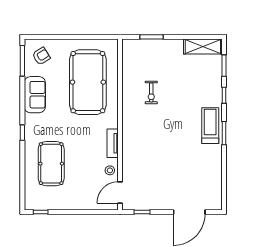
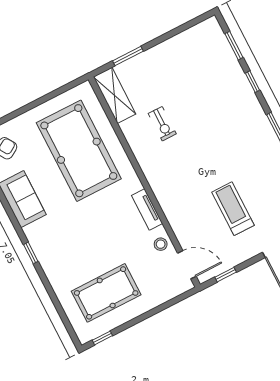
shelving: (203, 46) -> (115, 95), moved, turned 90
treadmill: (210, 126) -> (233, 209), moved
pool table: (51, 164) -> (106, 293), moved, turned 90
door: (120, 193) -> (187, 265), swing flipped

